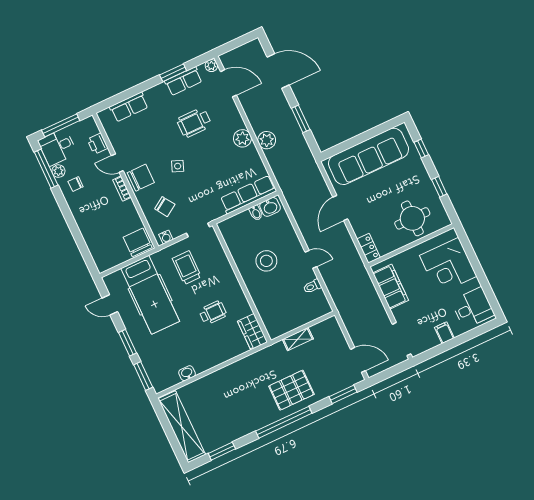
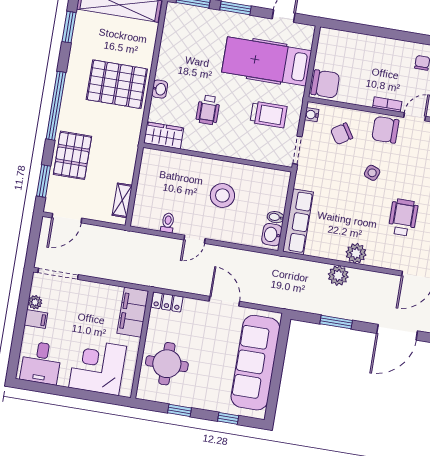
chair: (141, 178) -> (385, 130), turned 90
filing cabinet: (391, 287) -> (133, 312), moved, turned 90
shelving: (298, 339) -> (122, 200), moved
plant: (433, 341) -> (35, 302), added
washbasin: (187, 373) -> (160, 89), moved
pallet: (239, 390) -> (117, 84), added
pallet: (291, 390) -> (72, 155), moved

